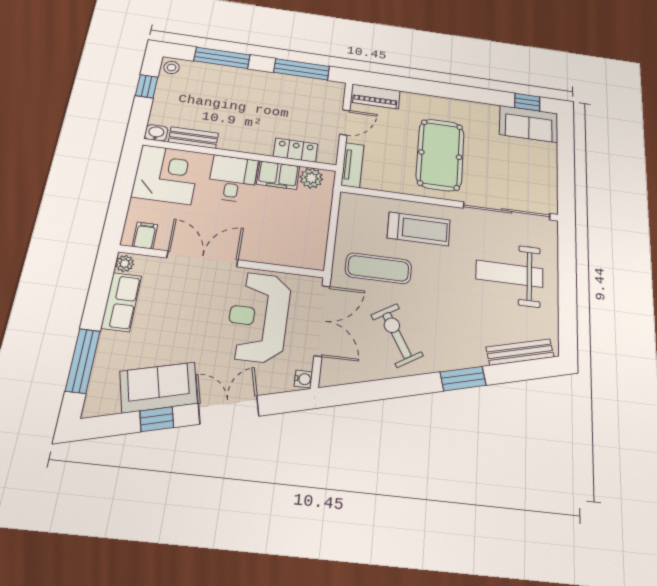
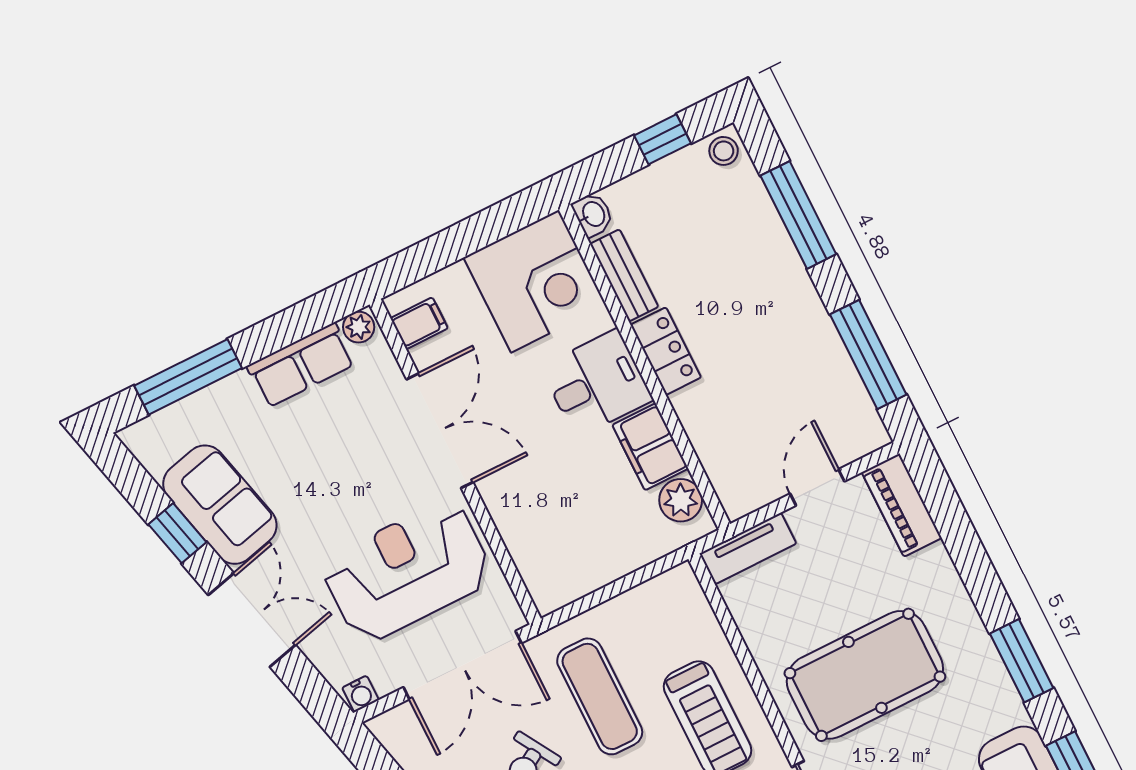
window: (472, 94) -> (1022, 661), added
door: (345, 122) -> (817, 487), swing flipped
locker: (296, 150) -> (666, 351), moved

